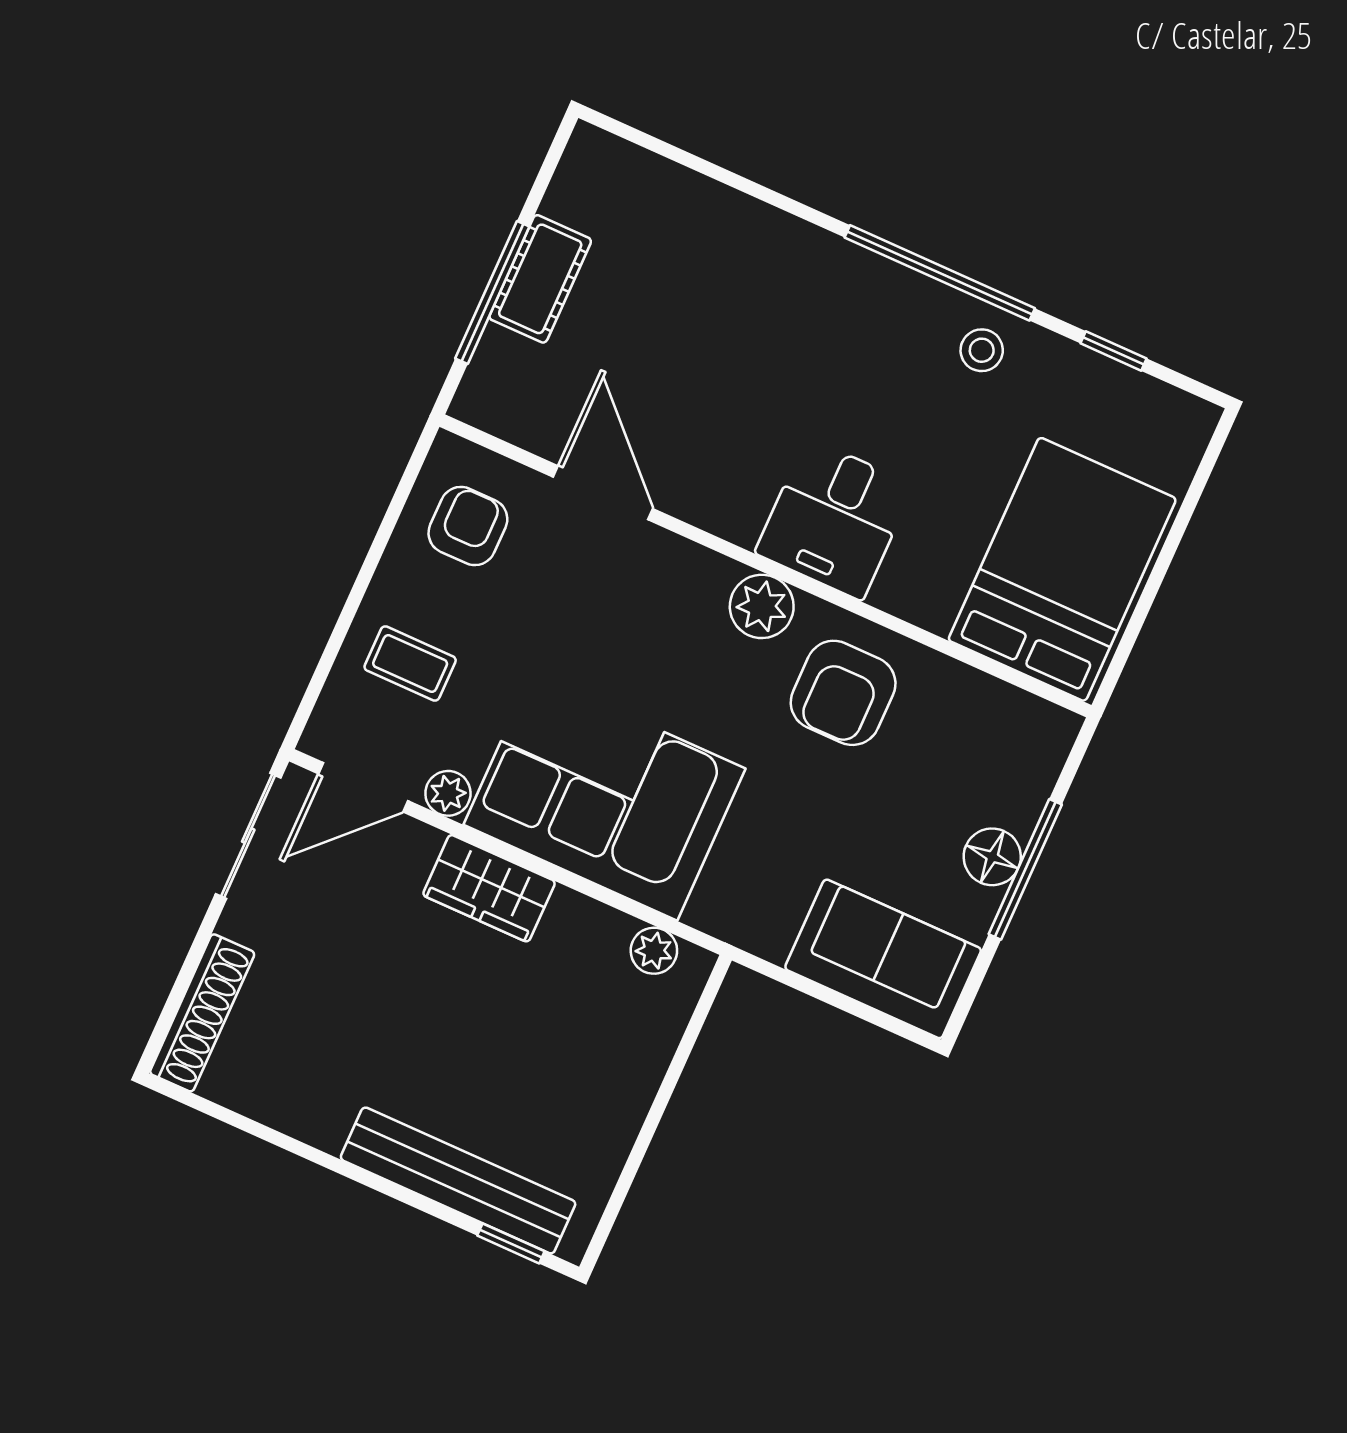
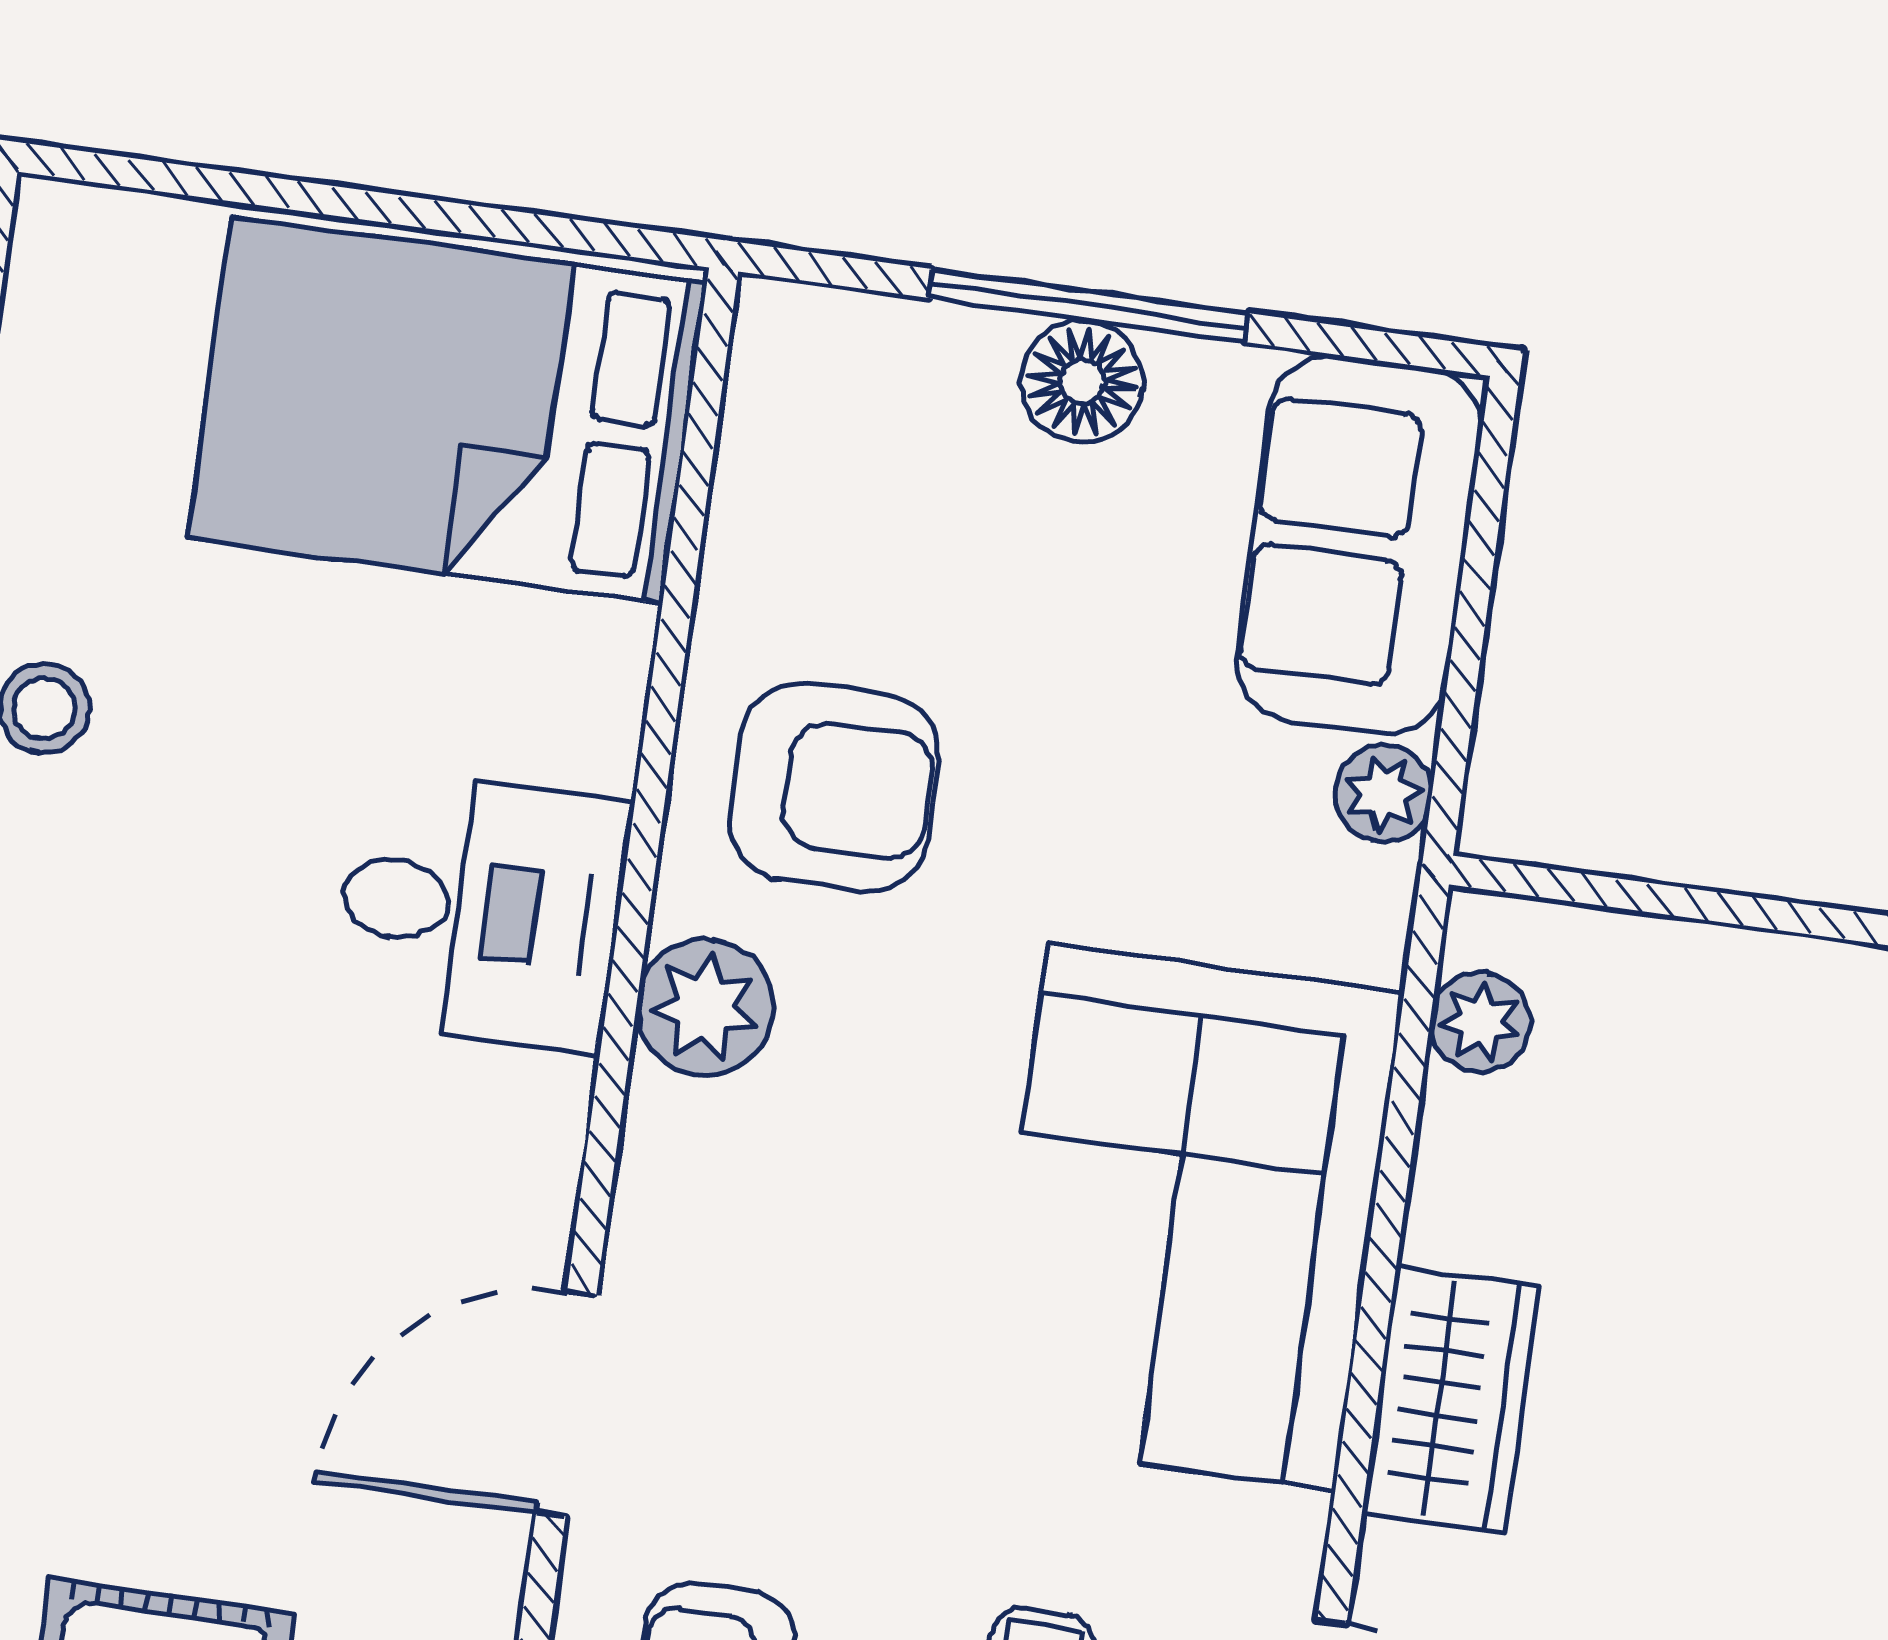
plant: (448, 793) -> (1383, 794), moved

